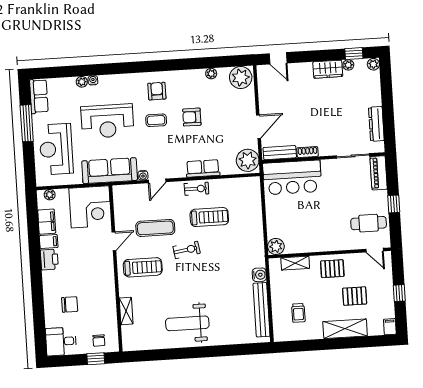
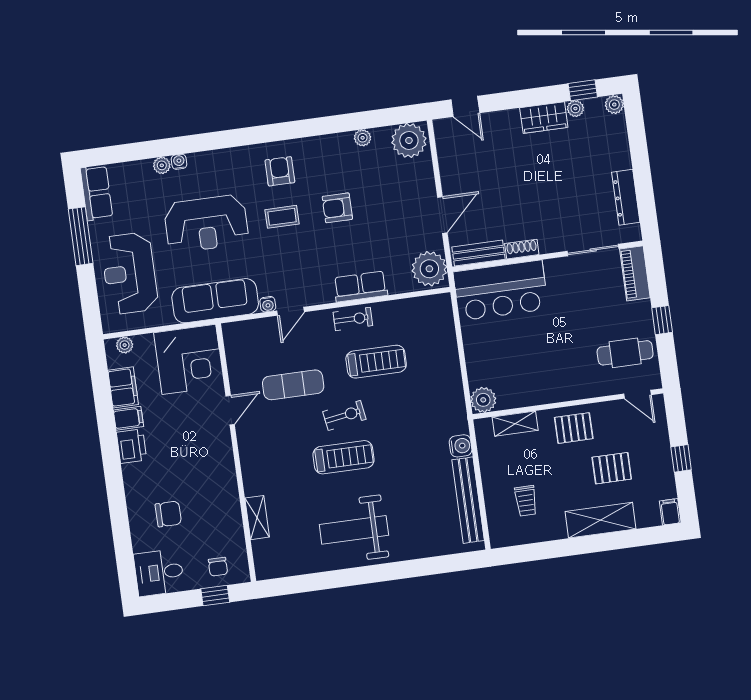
treadmill: (143, 267) -> (343, 457), moved

